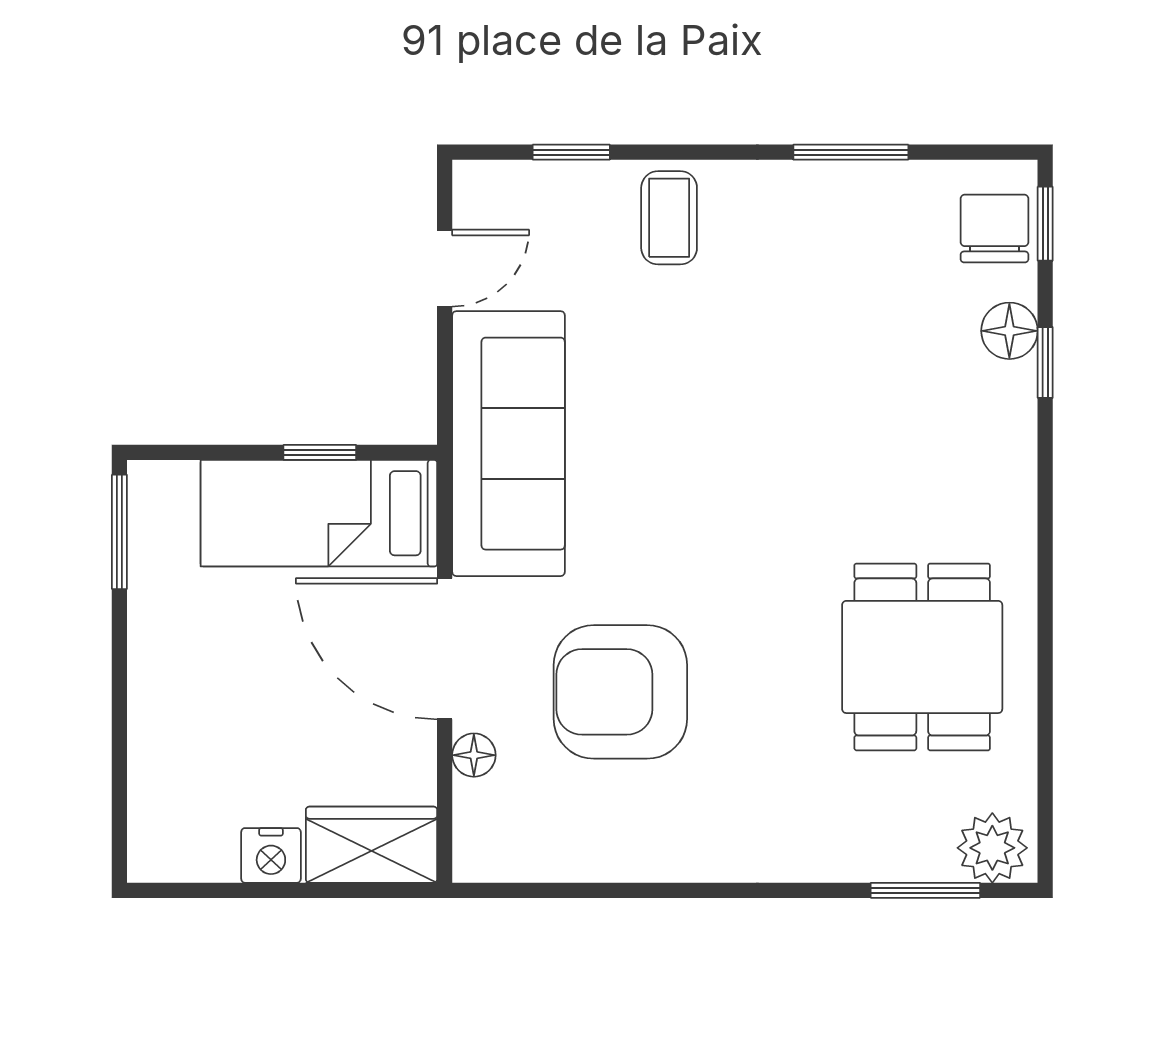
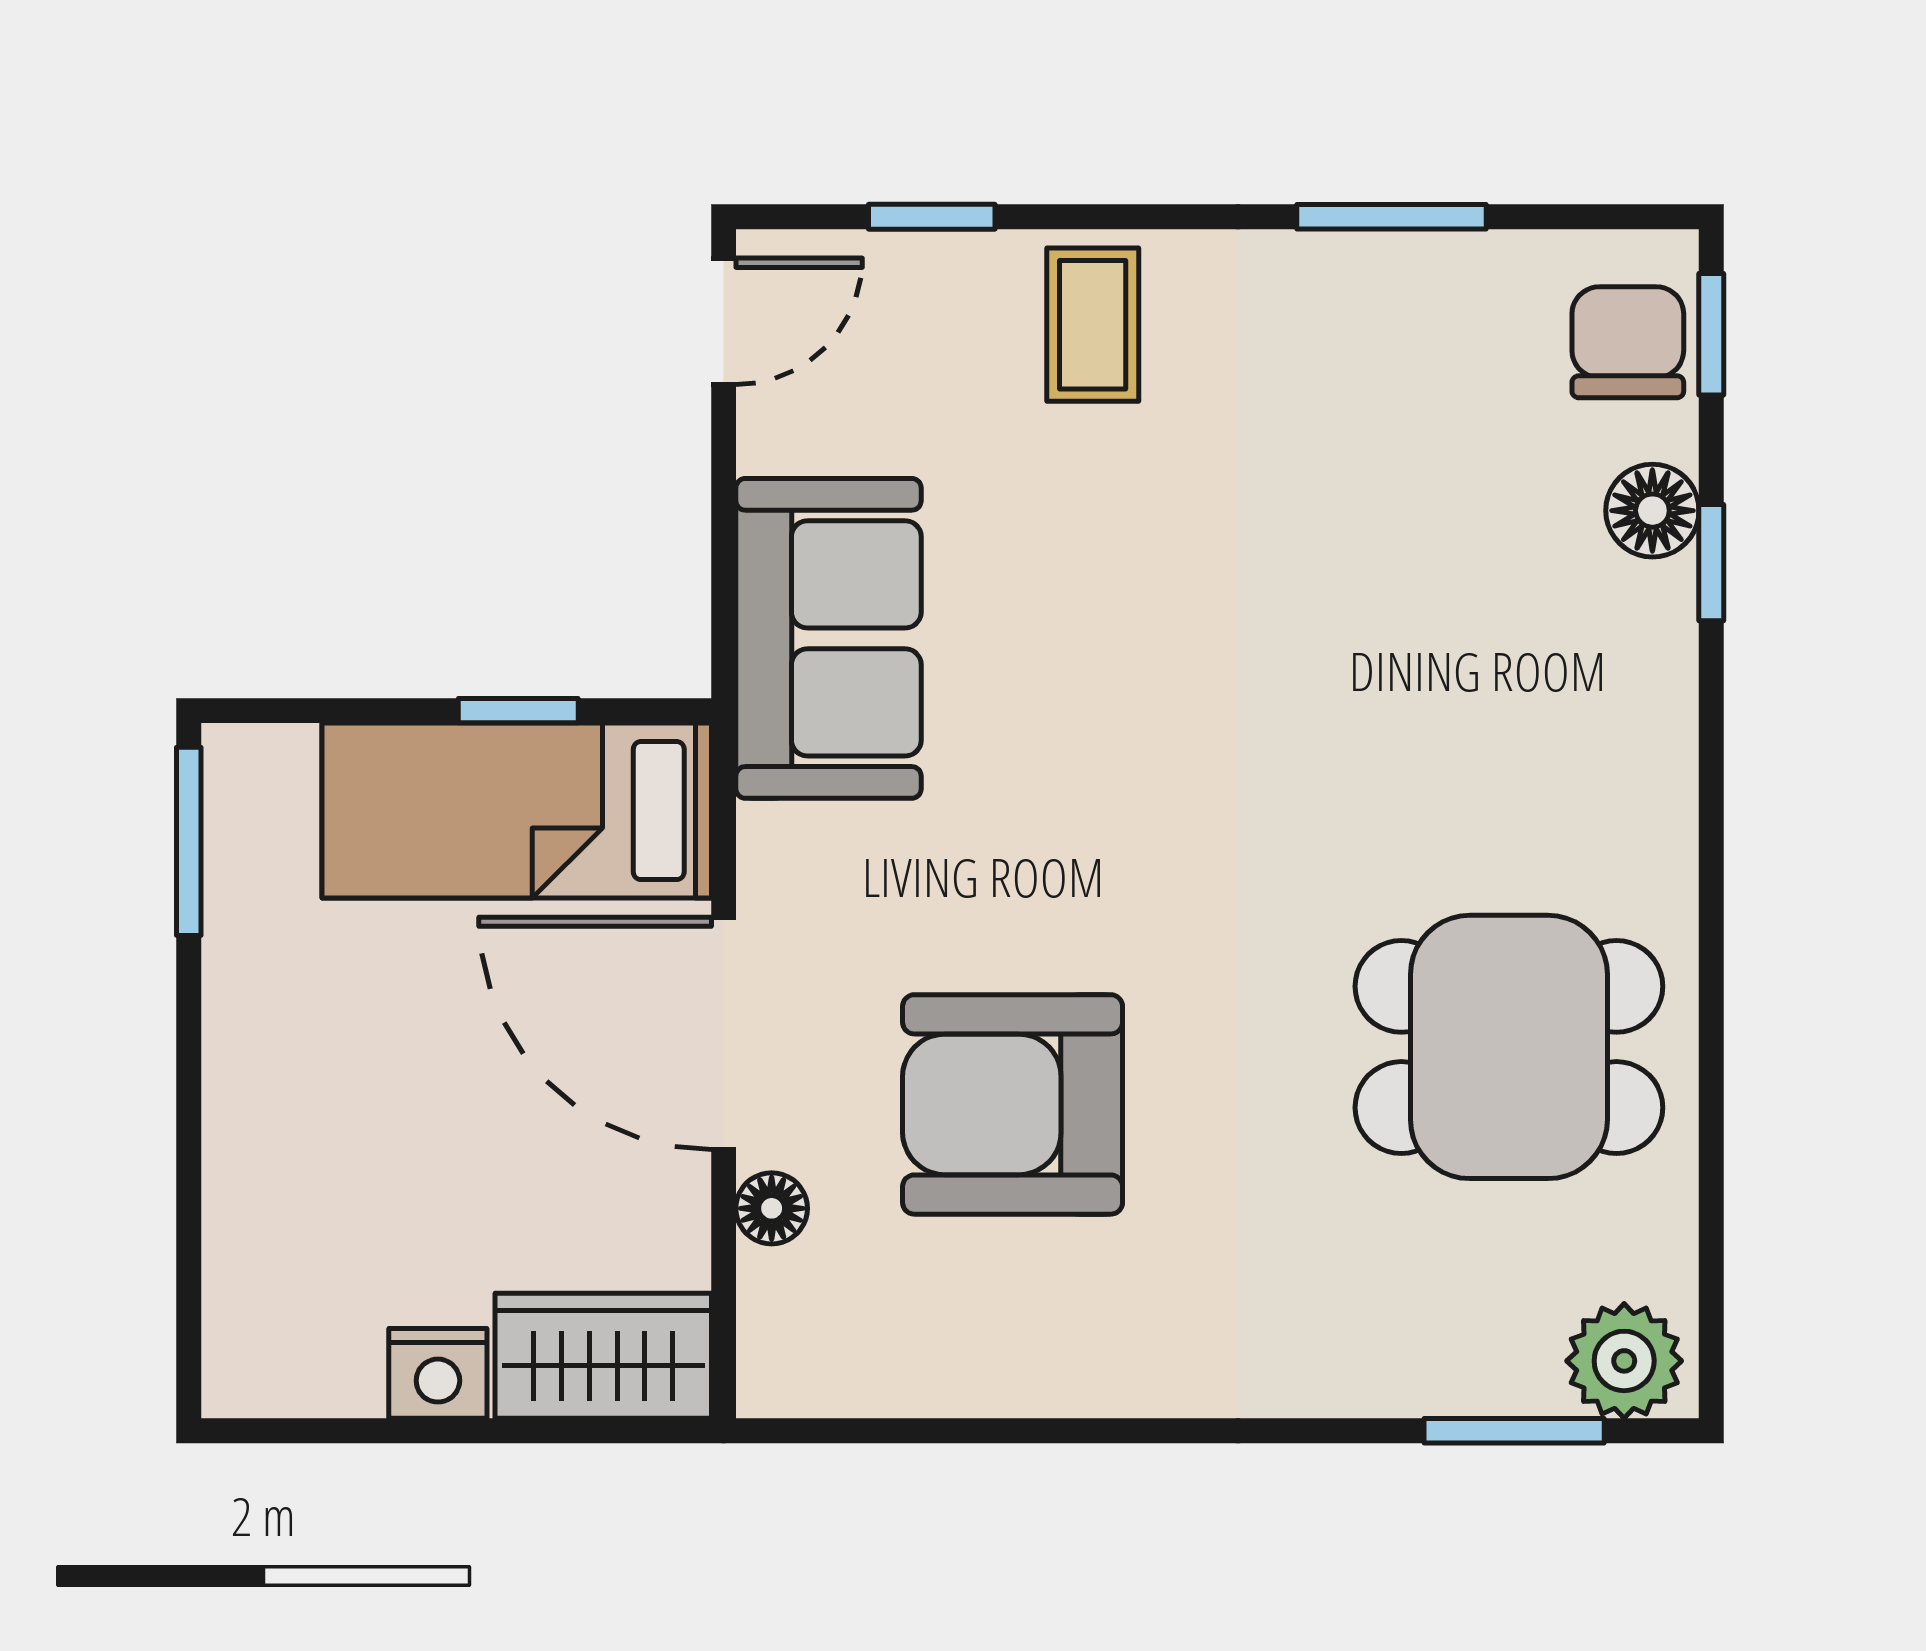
door: (445, 268) -> (724, 321), moved
sofa: (508, 444) -> (829, 638), width x0.73
dining table: (922, 657) -> (1509, 1047), turned 90

